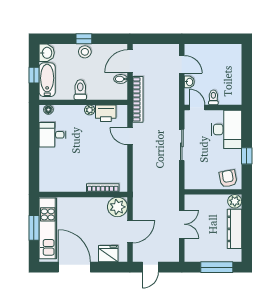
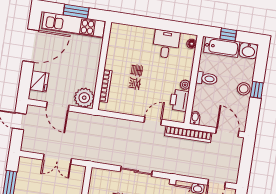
bidet: (121, 79) -> (195, 118), moved

